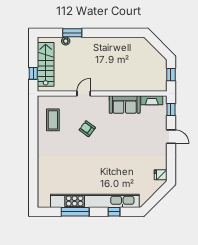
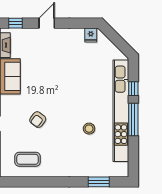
stool: (79, 173) -> (89, 129), added
window: (33, 182) -> (99, 182), added
window: (75, 212) -> (133, 120), moved

